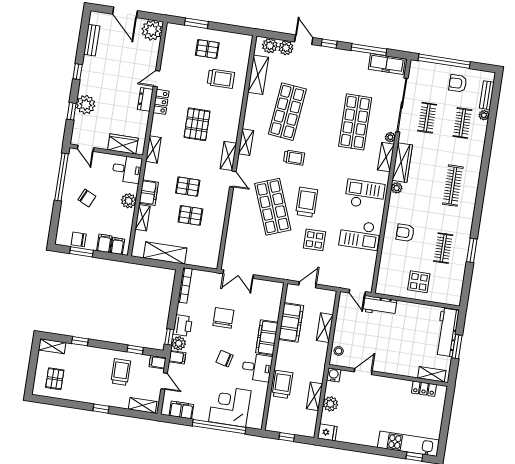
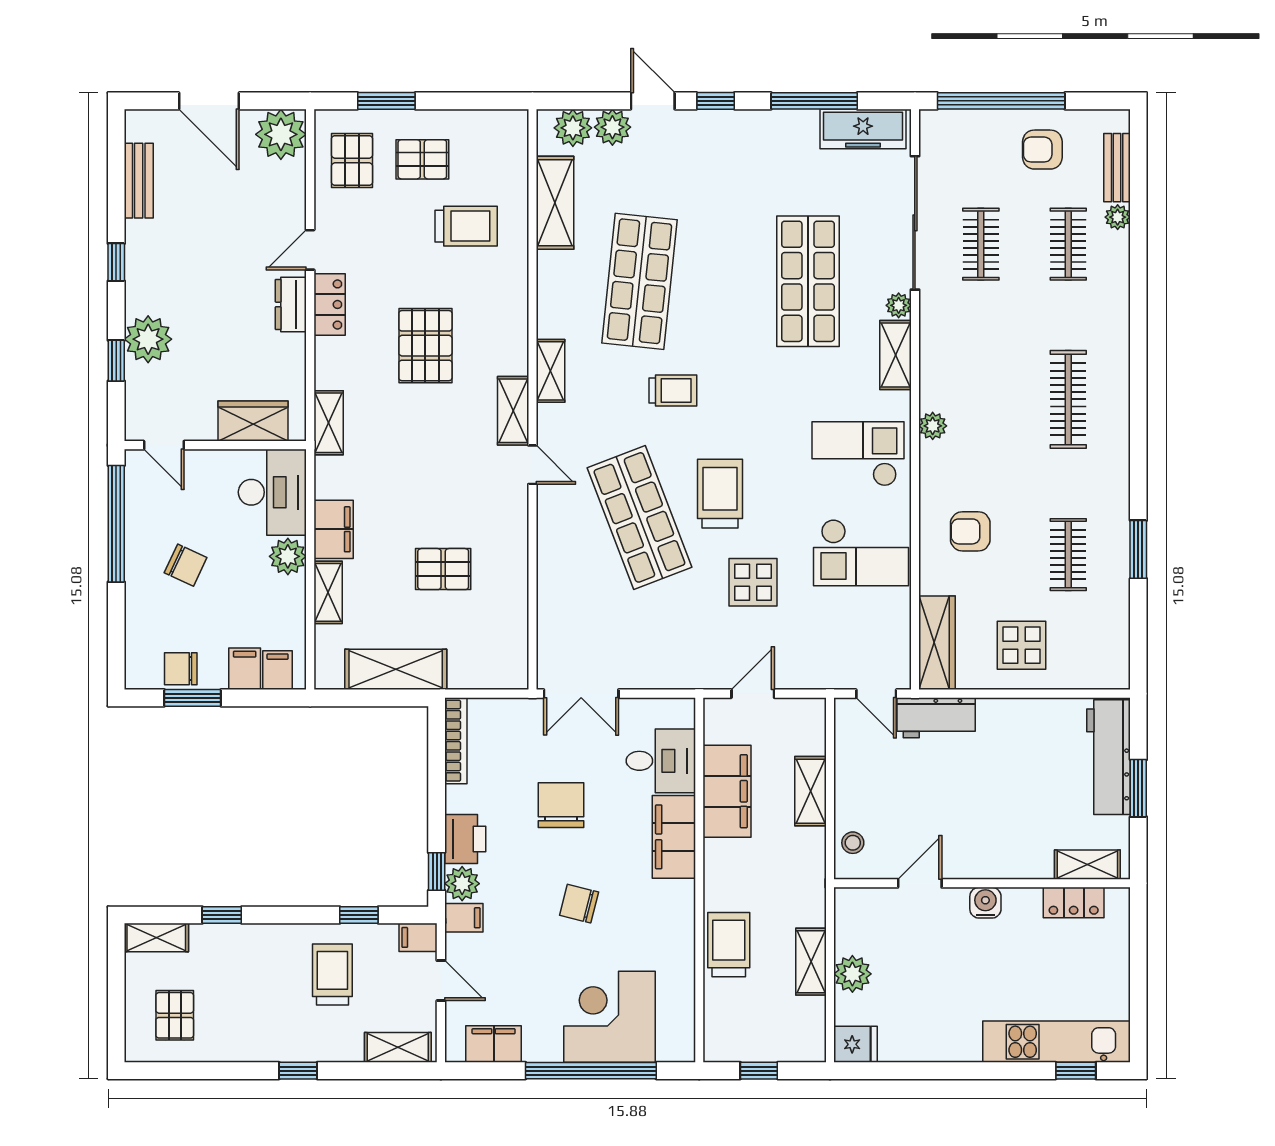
wardrobe: (402, 163) -> (937, 643), moved
desk: (127, 169) -> (272, 492), width x1.37
pallet: (188, 187) -> (352, 161), moved, turned 90
desk: (257, 367) -> (661, 761), moved
water cooler: (334, 375) -> (985, 903), moved

